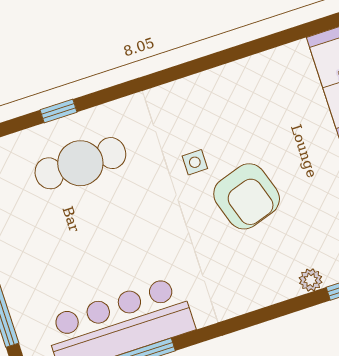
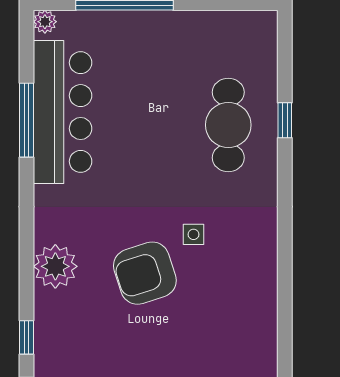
plant: (311, 280) -> (55, 266), moved, width x1.87, depth x1.87

